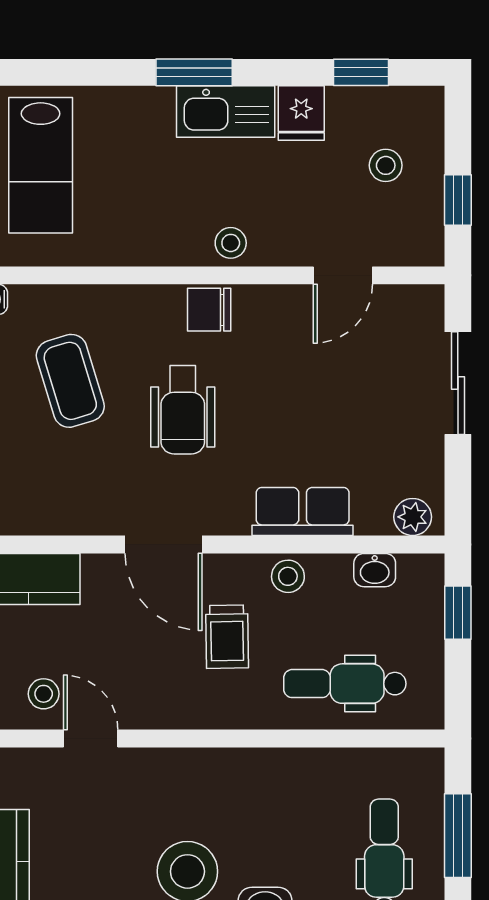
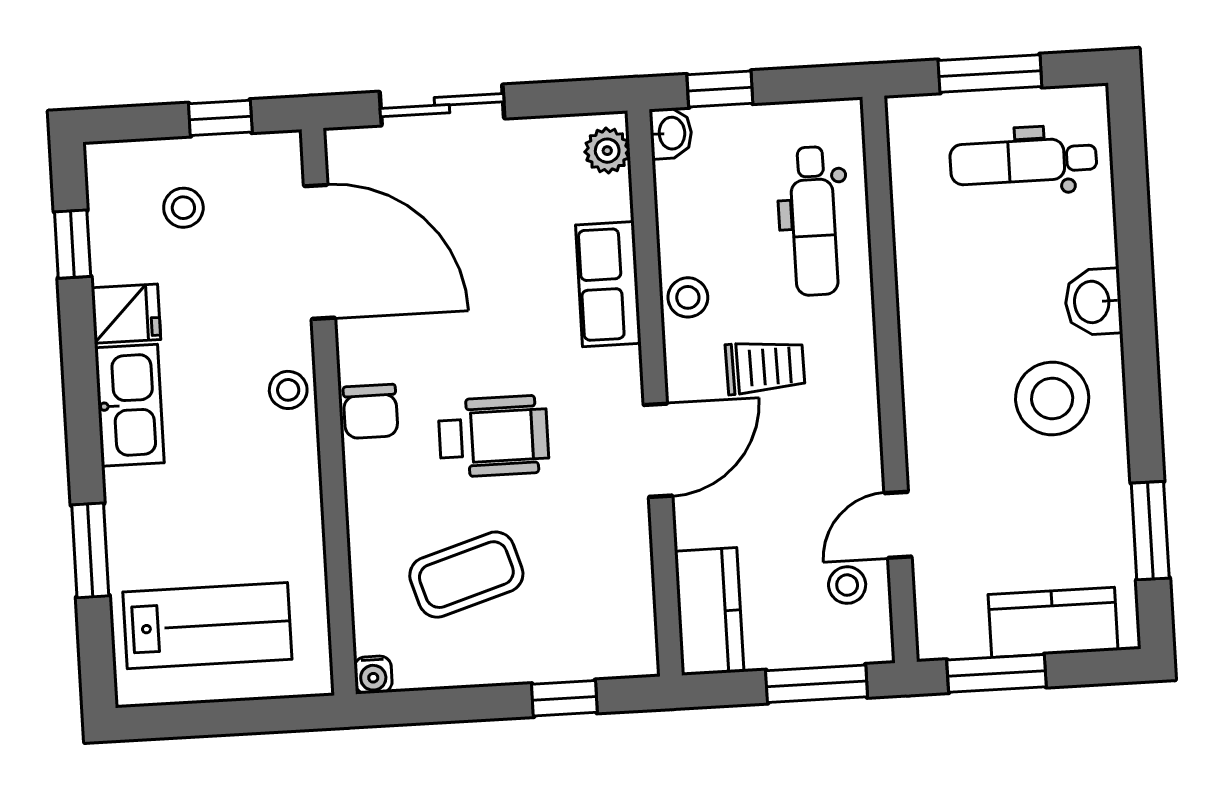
window: (194, 72) -> (90, 550), moved
door: (343, 275) -> (320, 252), width x1.88
washbasin: (375, 570) -> (671, 133), moved

